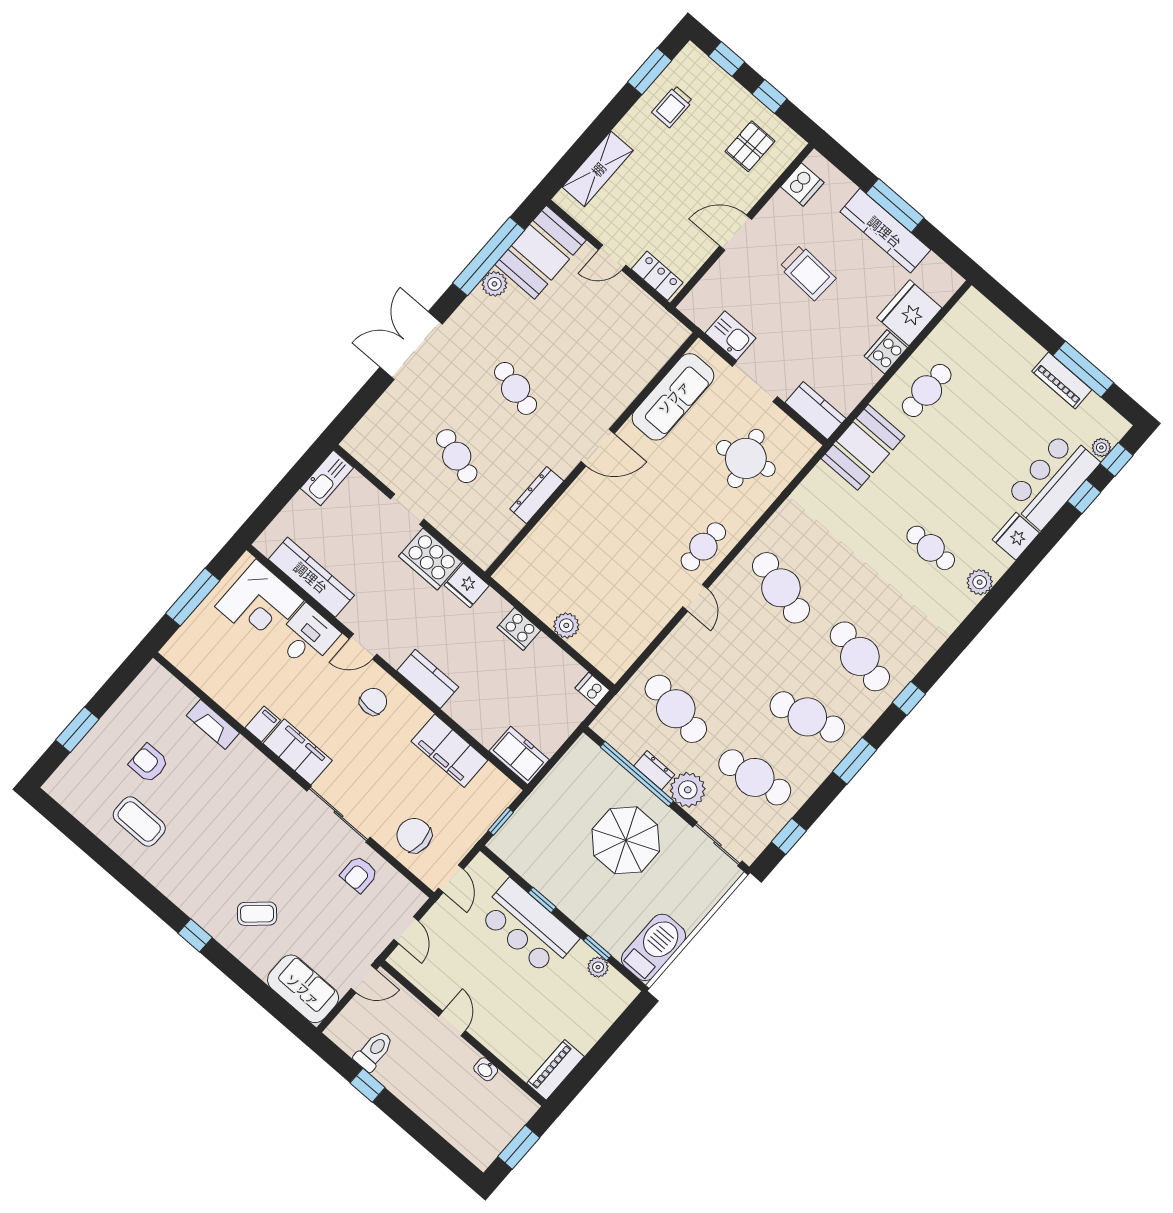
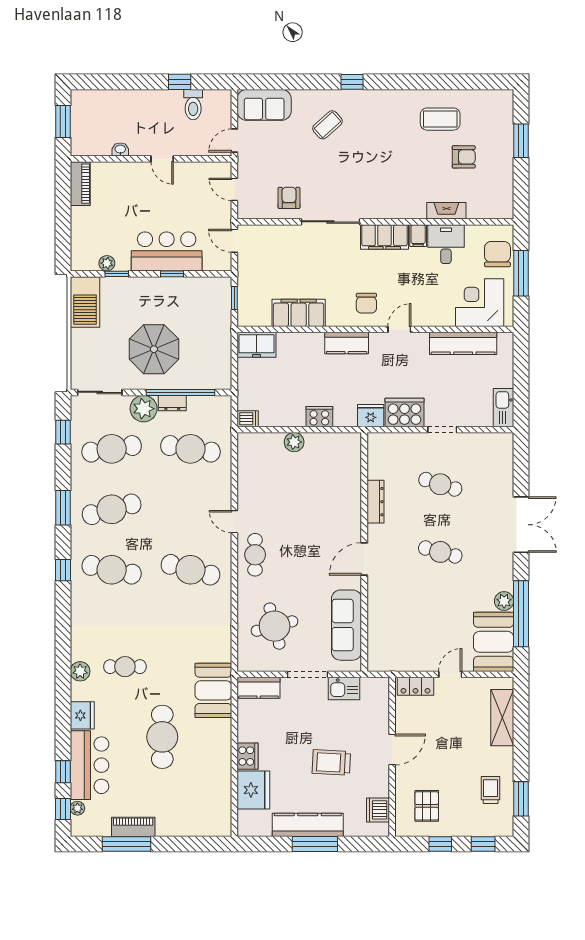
cafe table: (927, 390) -> (162, 737), moved, width x1.37, depth x1.35
desk: (307, 637) -> (446, 244), moved, turned 180
chair: (414, 835) -> (497, 254), moved, turned -90

